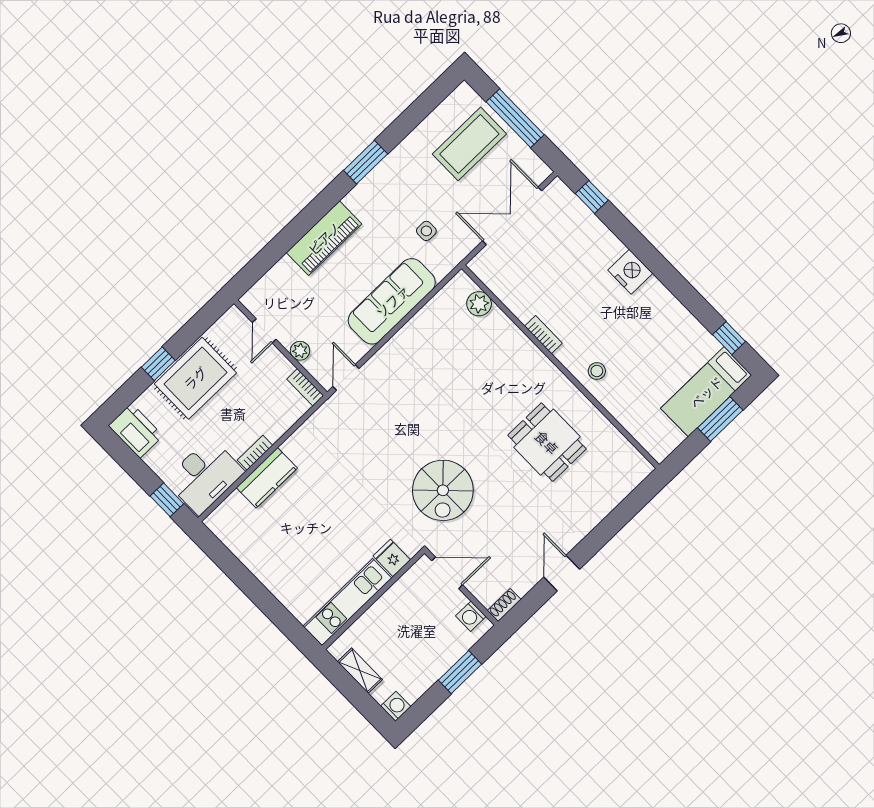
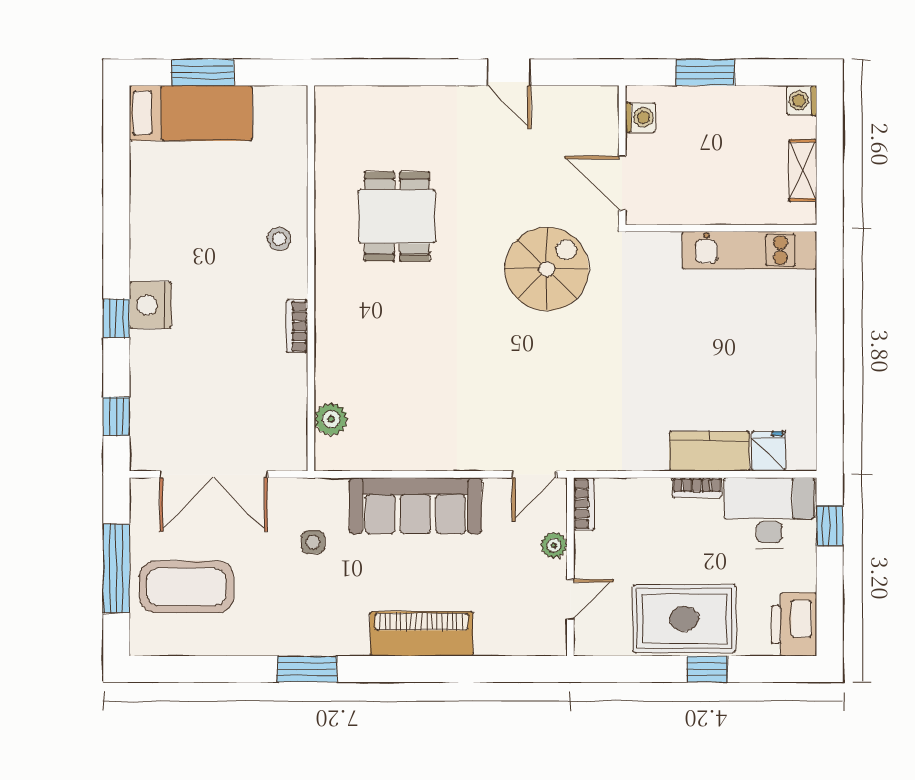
window: (729, 338) -> (116, 318), moved
fridge: (392, 558) -> (769, 451), moved, turned 180
door: (562, 573) -> (509, 72), hinge flipped
shoe rack: (504, 605) -> (597, 96), removed

